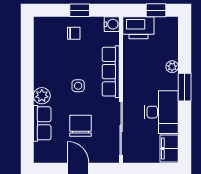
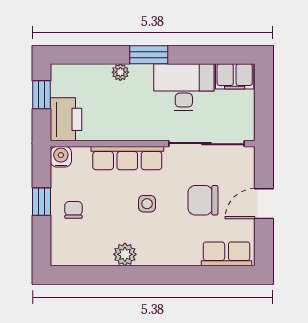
plant: (42, 96) -> (125, 254), moved
row of seats: (42, 123) -> (227, 254), moved

